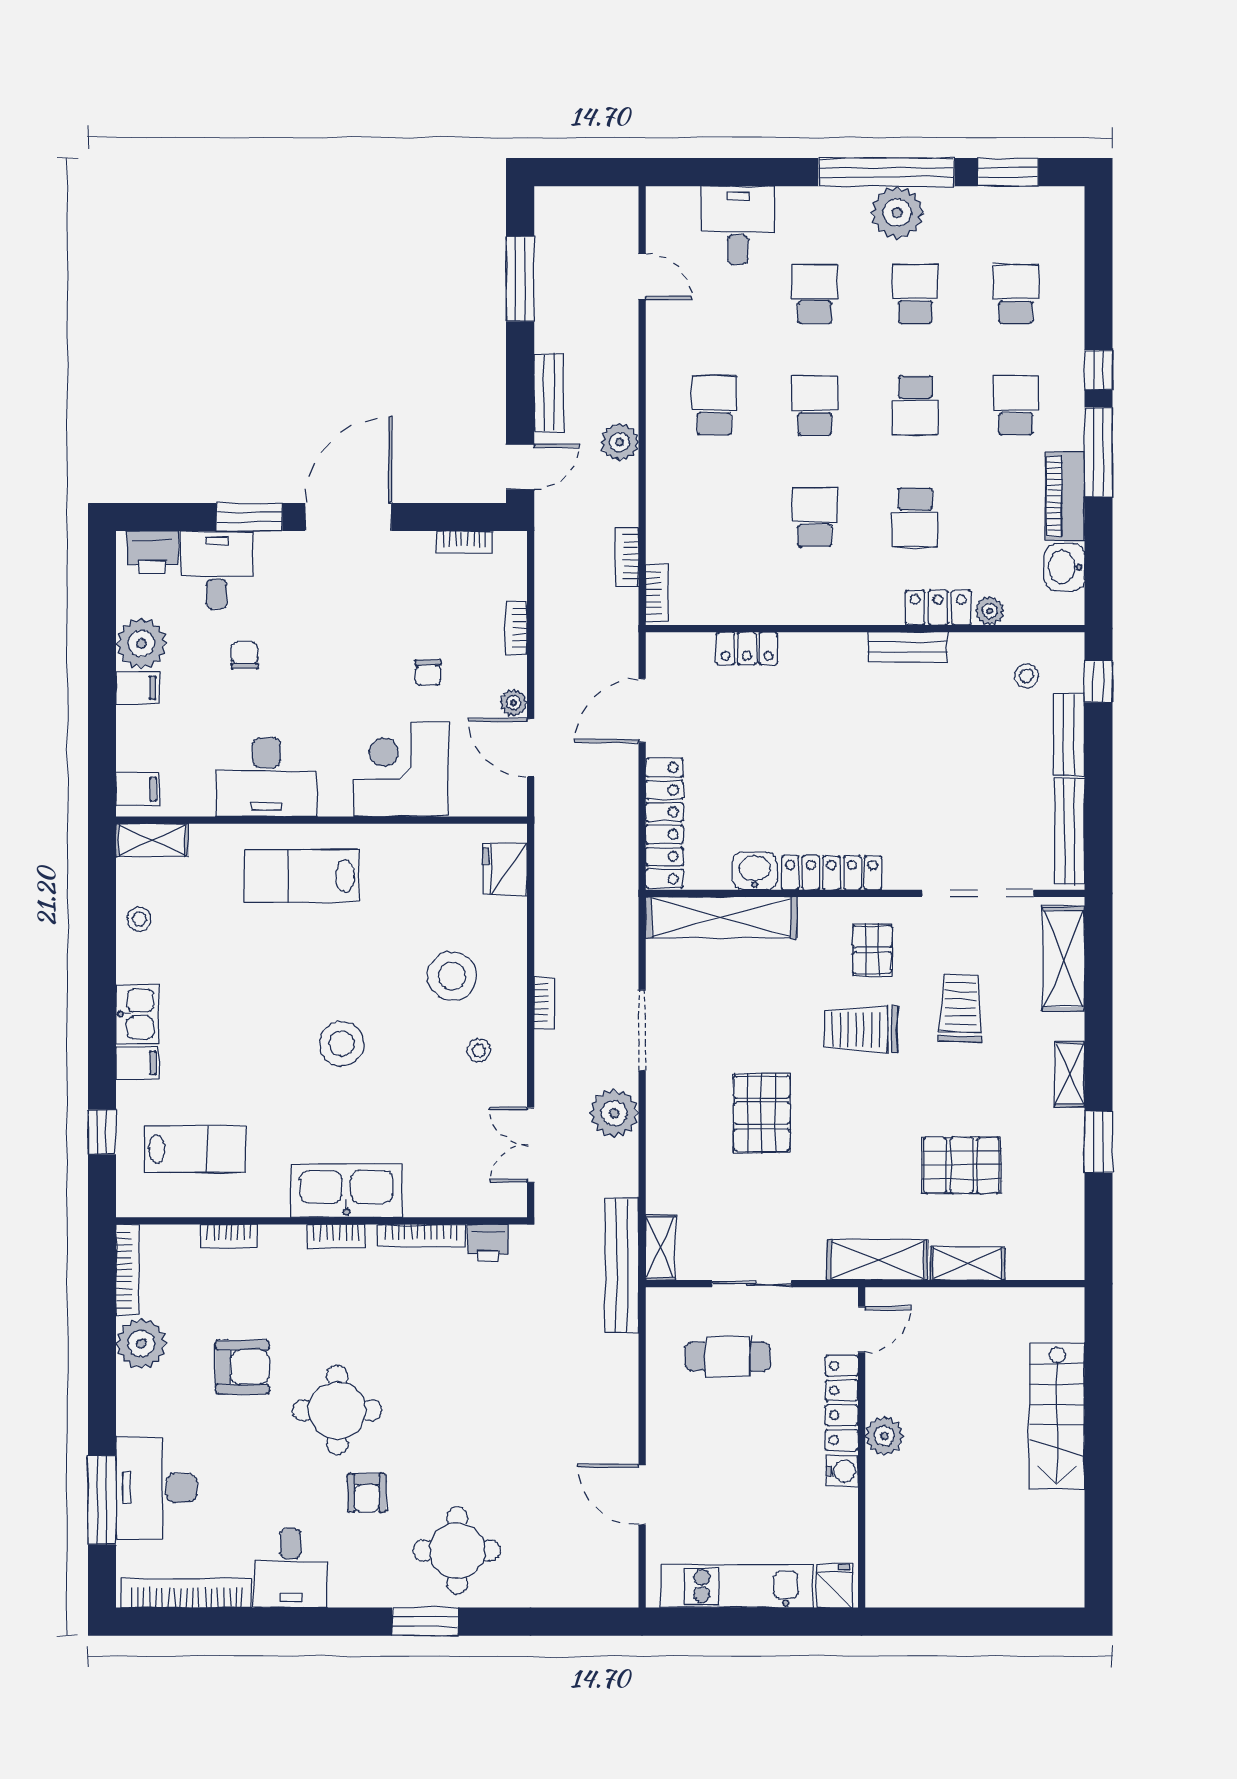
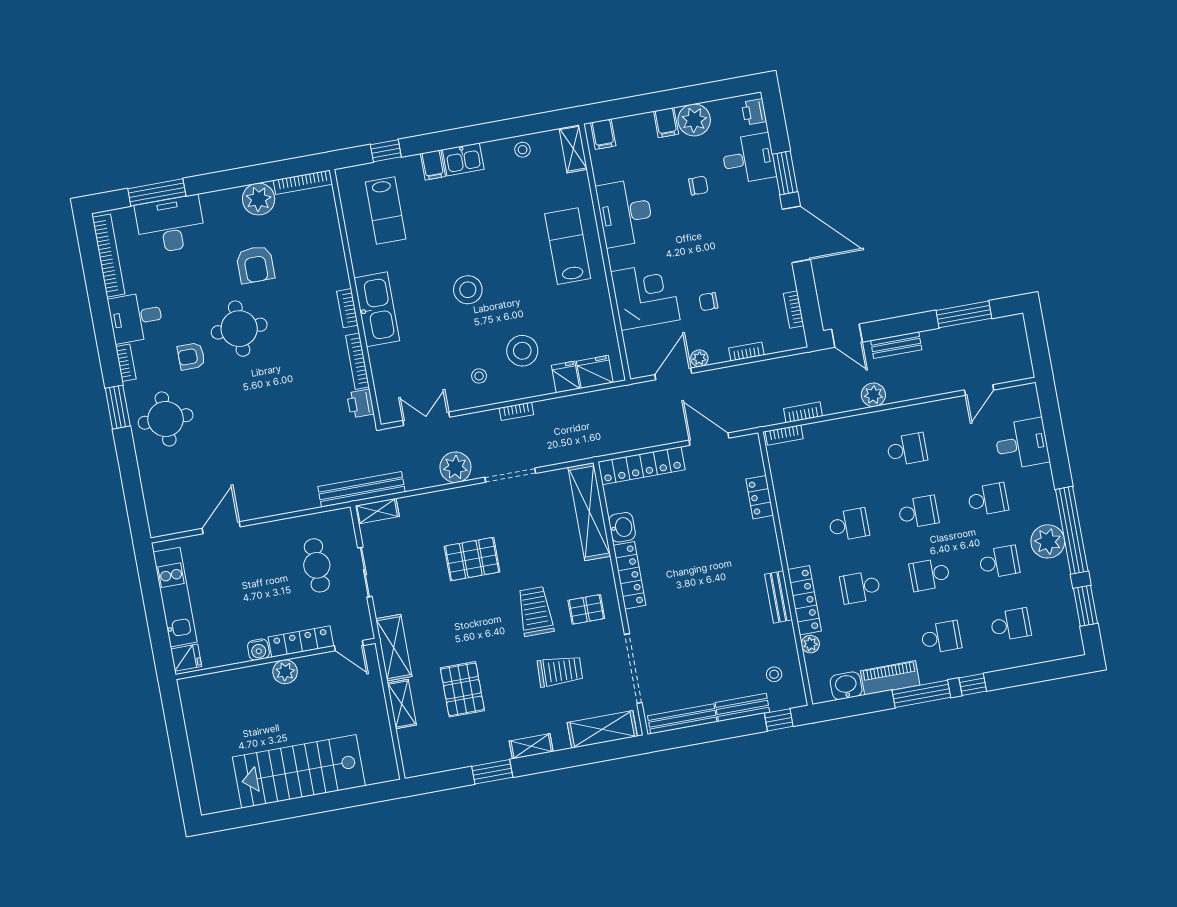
printer: (153, 552) -> (754, 112), width x0.73, depth x0.81
locker: (938, 608) -> (805, 600), width x1.53
fridge: (505, 916) -> (565, 377), added
bookcase: (229, 1236) -> (126, 363), moved, turned 180
stairs: (1057, 1416) -> (299, 771), width x1.36, depth x1.51

